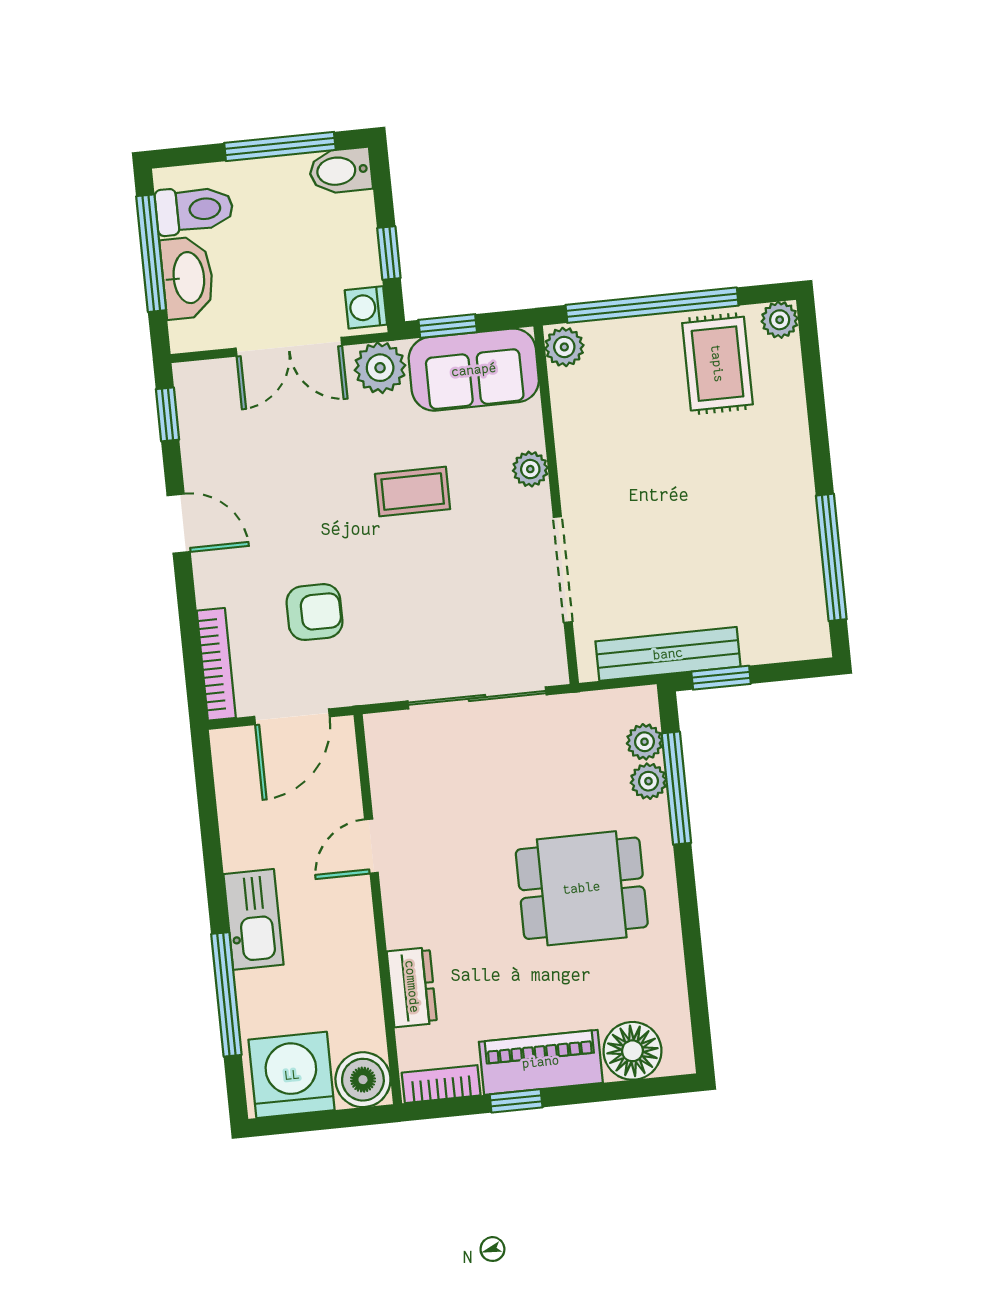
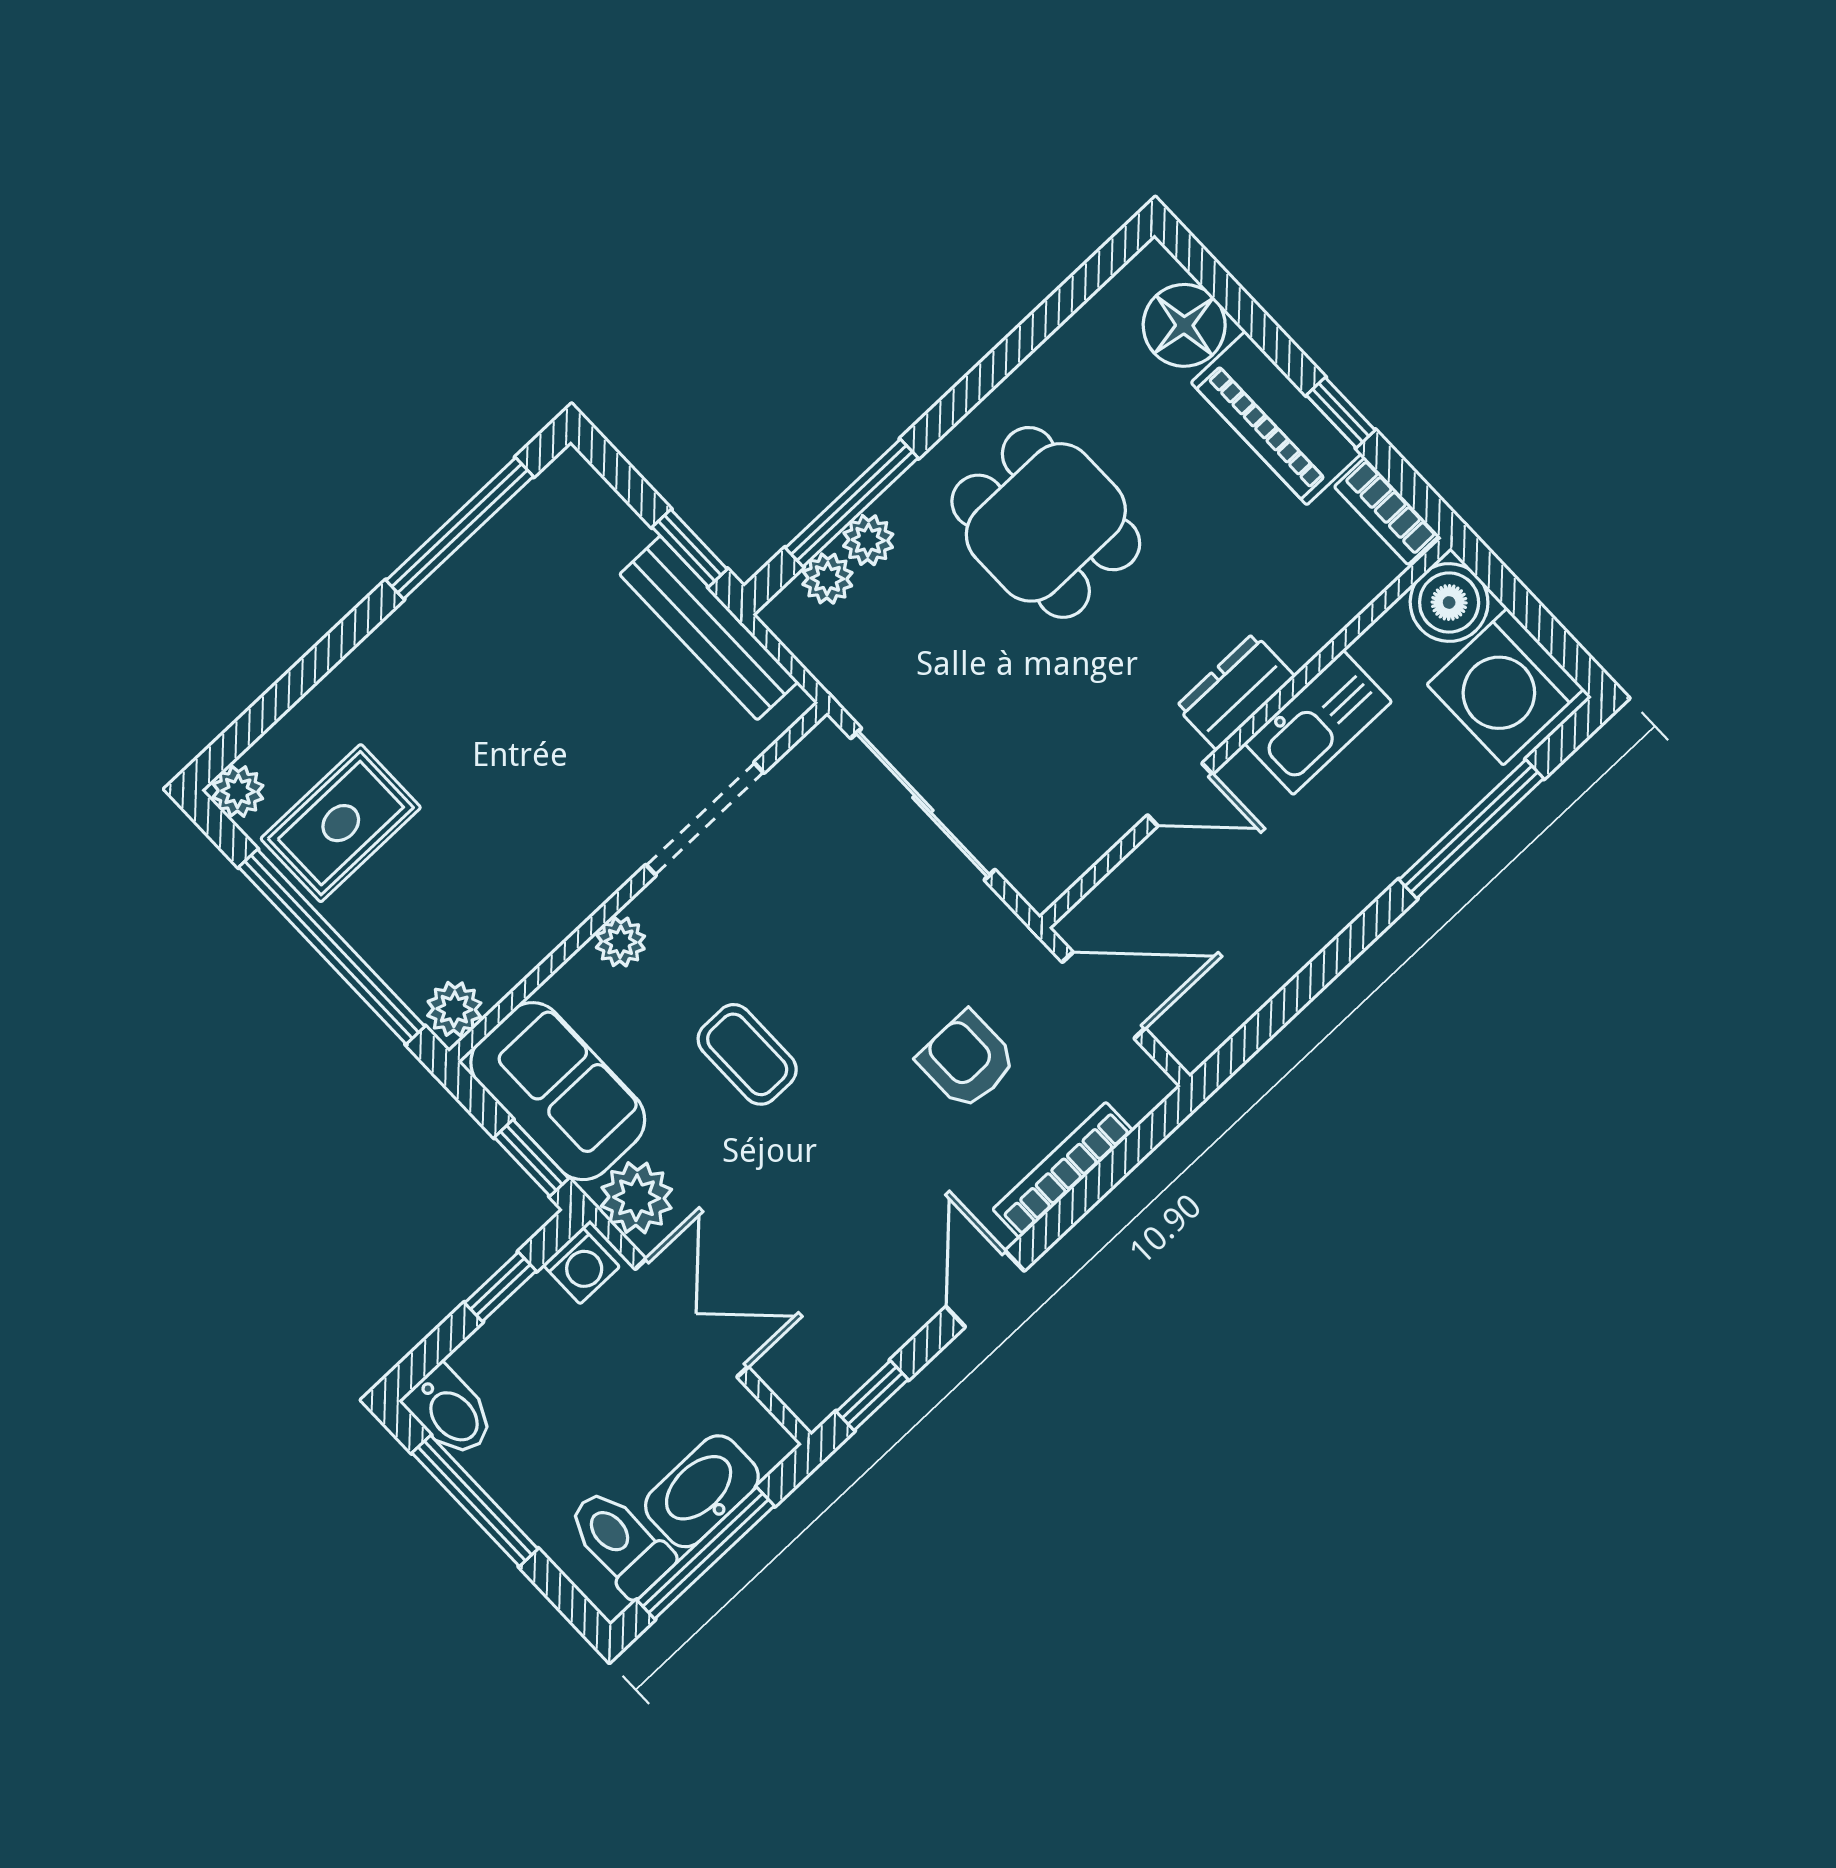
bookcase: (216, 664) -> (1063, 1170), moved
kitchen sink: (253, 919) -> (1318, 722), moved, turned 180
dresser: (412, 987) -> (1235, 692), moved

